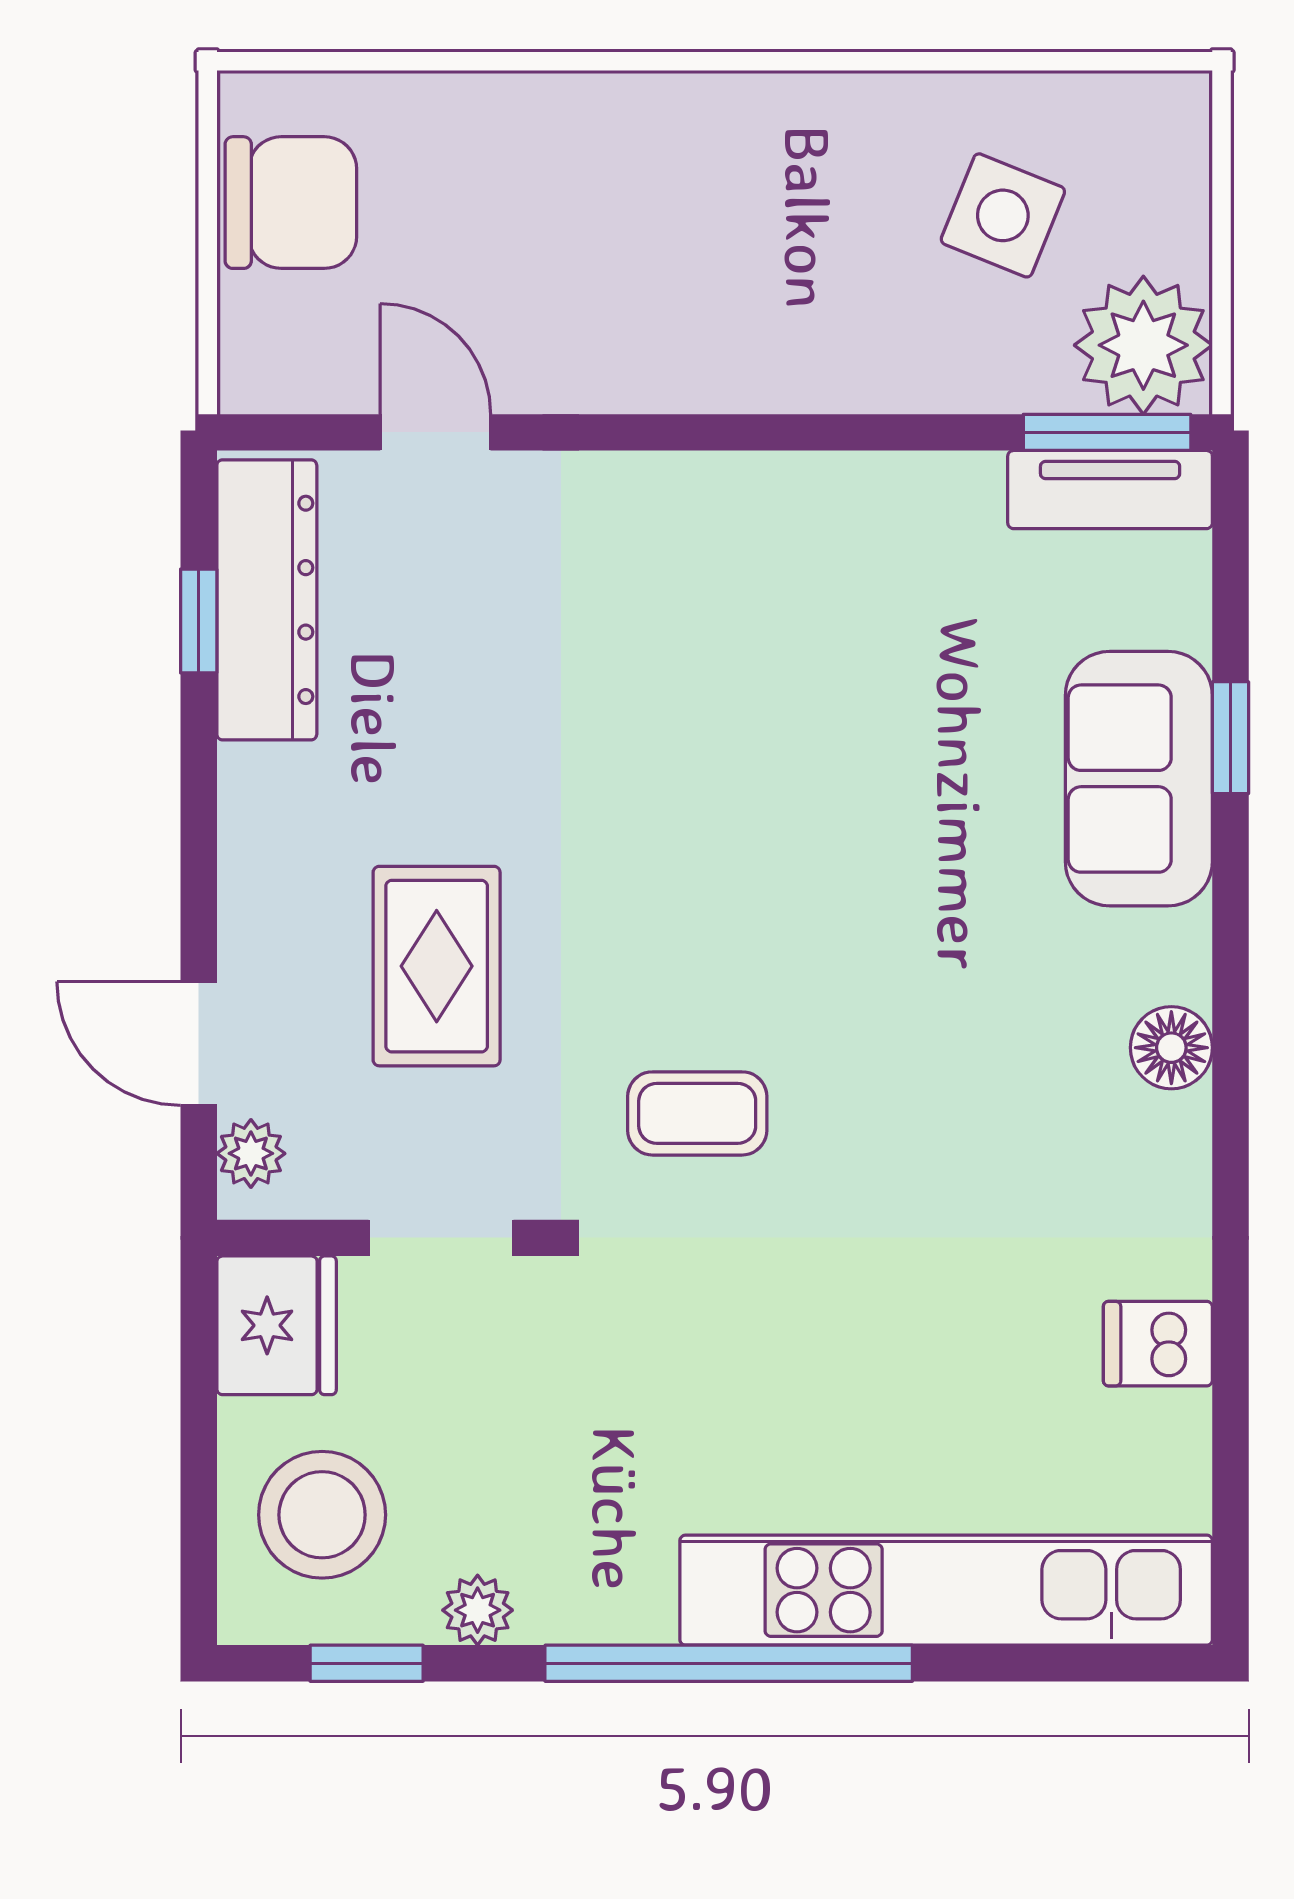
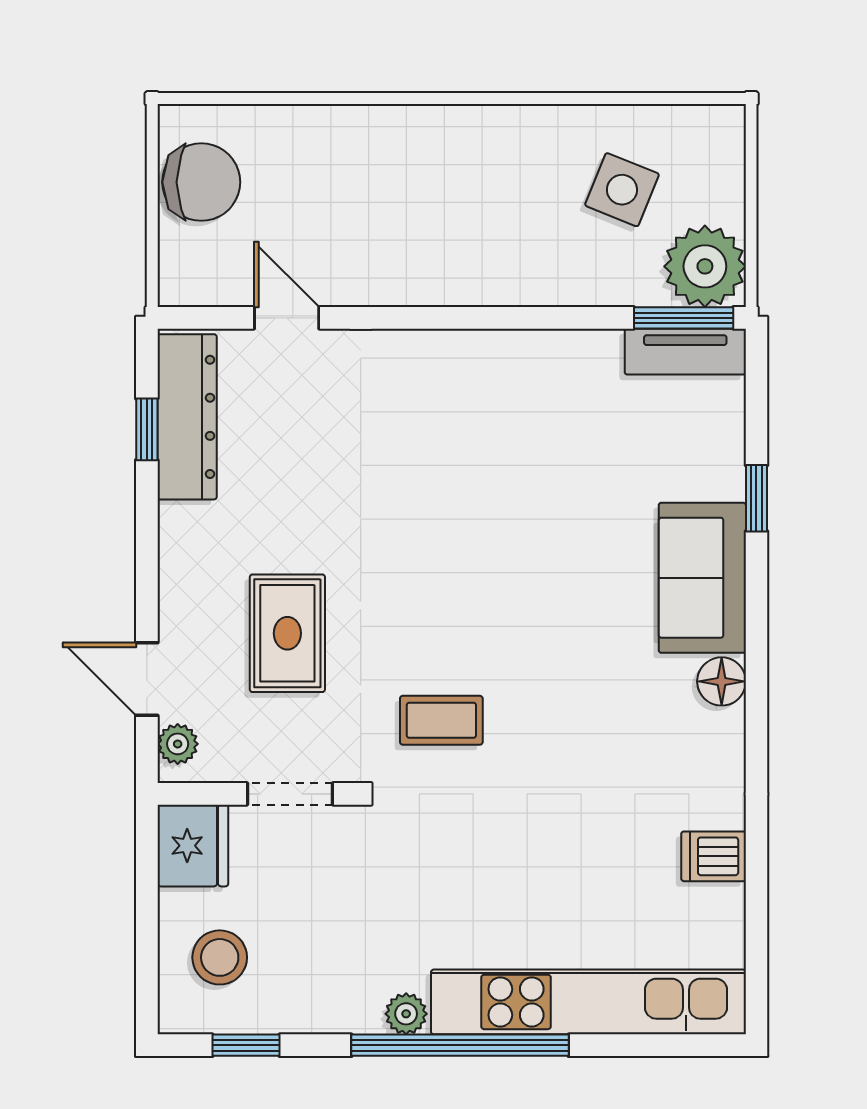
sofa: (1139, 779) -> (702, 578), moved
stool: (322, 1515) -> (220, 957), width x0.73, depth x0.73
plant: (478, 1610) -> (406, 1014), moved

